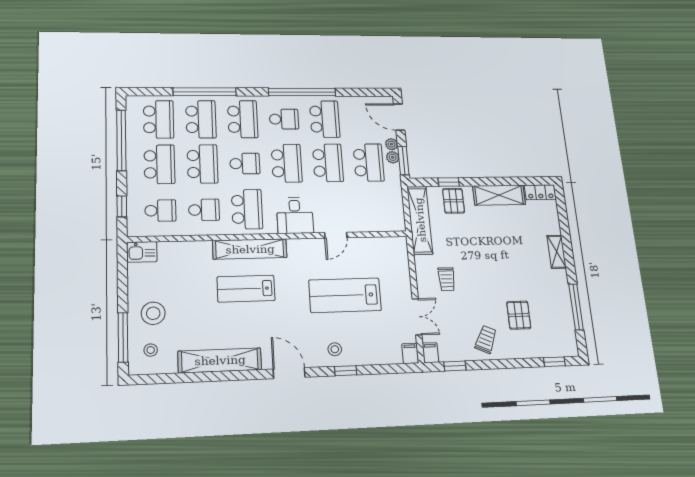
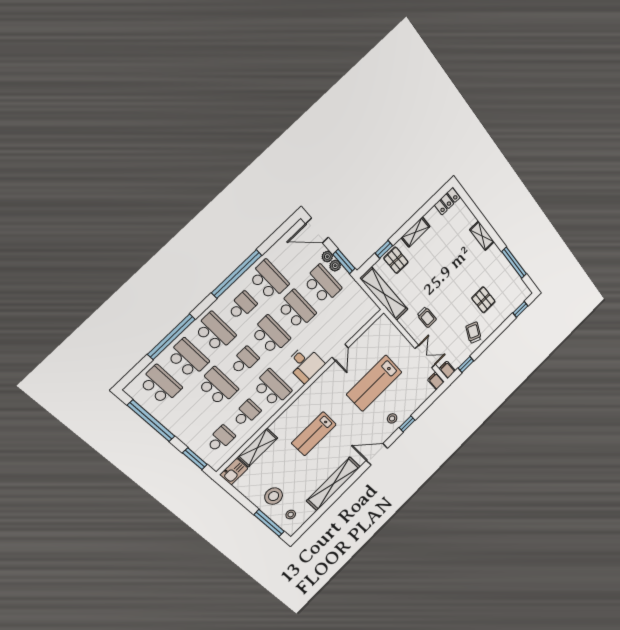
school desk: (159, 164) -> (191, 412), removed
shelving: (499, 195) -> (416, 232), width x0.67, depth x0.75
window: (122, 206) -> (195, 459), width x1.50
shelving: (250, 249) -> (258, 448), moved, width x0.68

